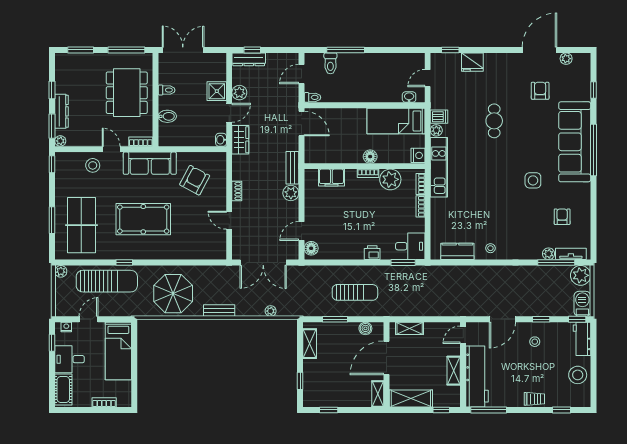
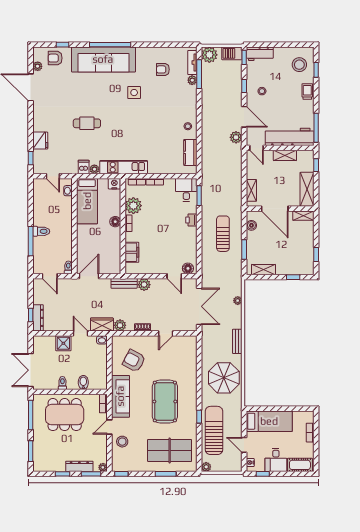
toilet: (330, 63) -> (41, 231), moved
armchair: (540, 91) -> (55, 58), moved
plant: (239, 93) -> (120, 325), moved
plant: (477, 309) -> (236, 137), added
stool: (578, 375) -> (299, 65), moved

